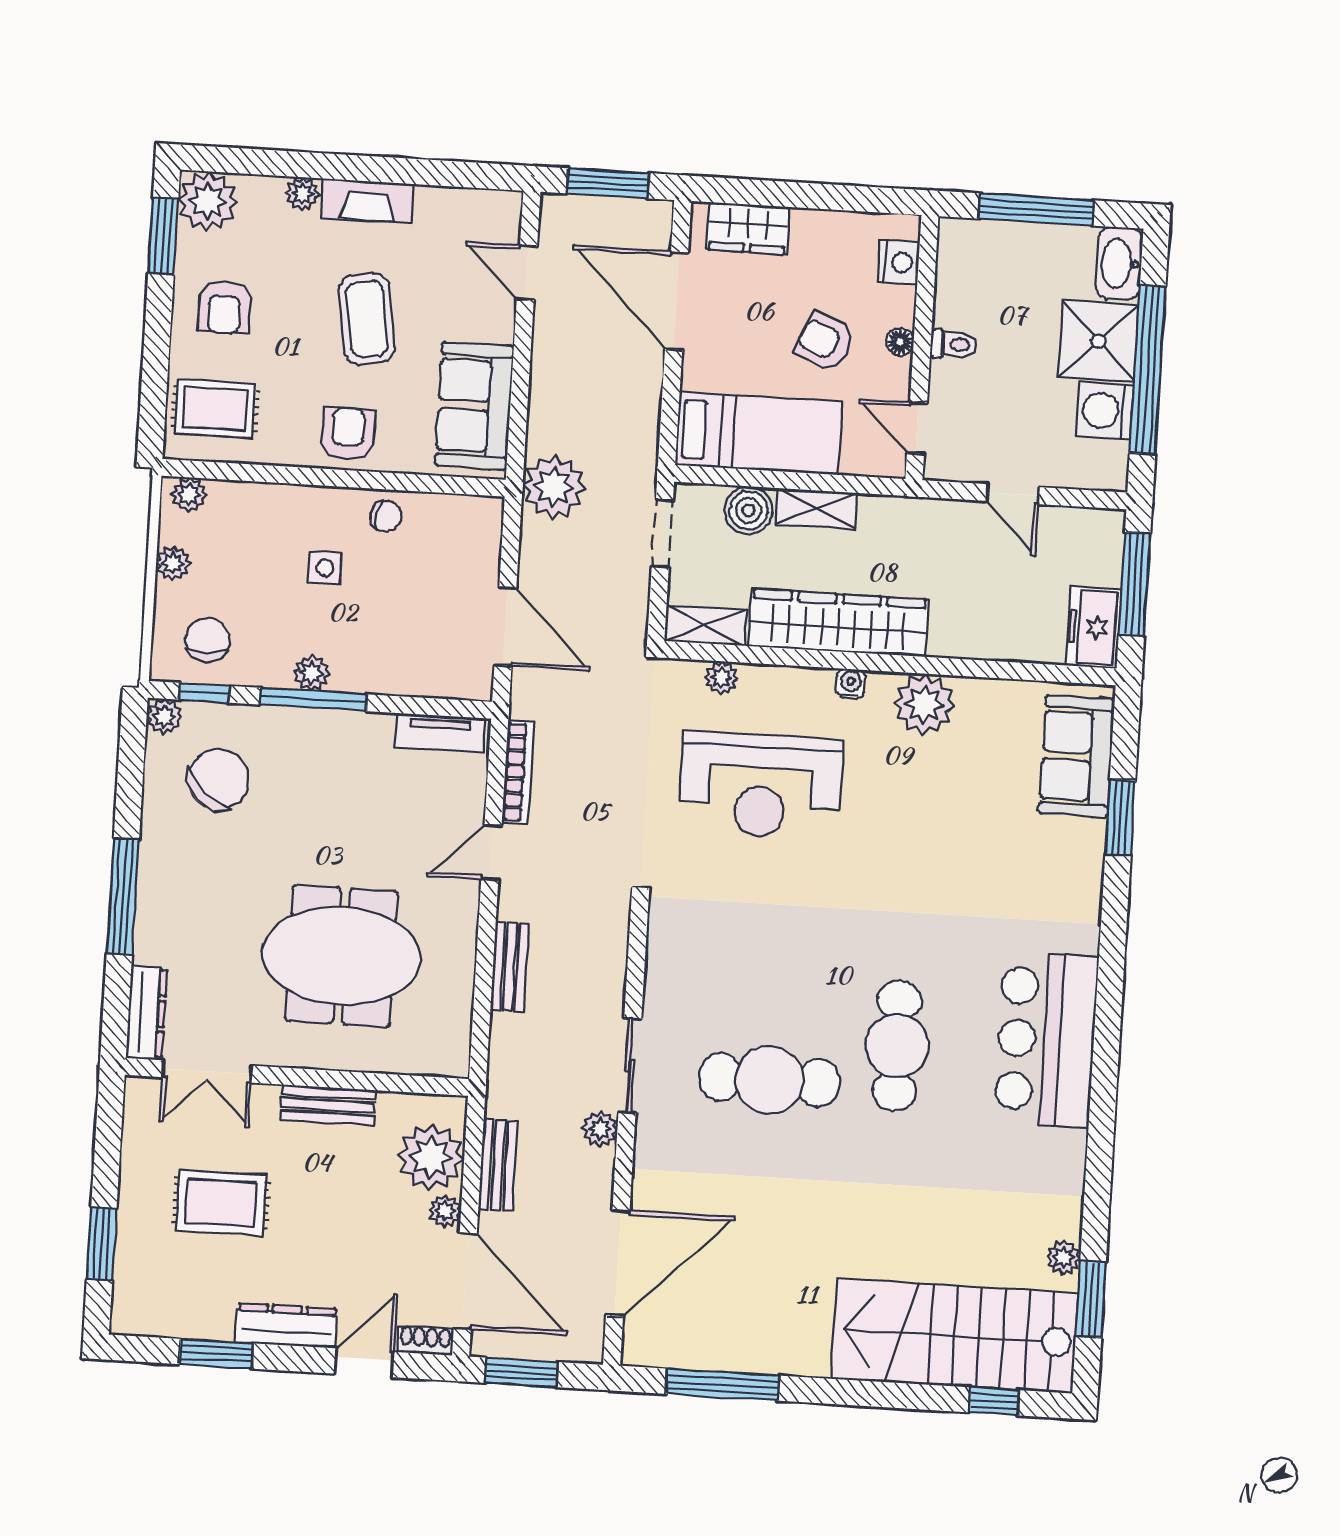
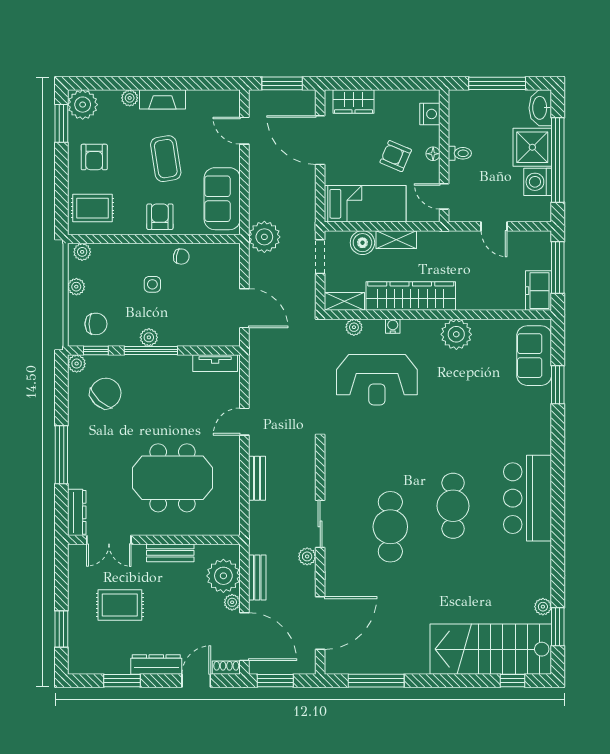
chair: (208, 640) -> (96, 324), turned 90
water cooler: (851, 684) -> (393, 326), moved
bookcase: (518, 772) -> (255, 380), removed
cafe table: (769, 1080) -> (390, 527), turned 90

